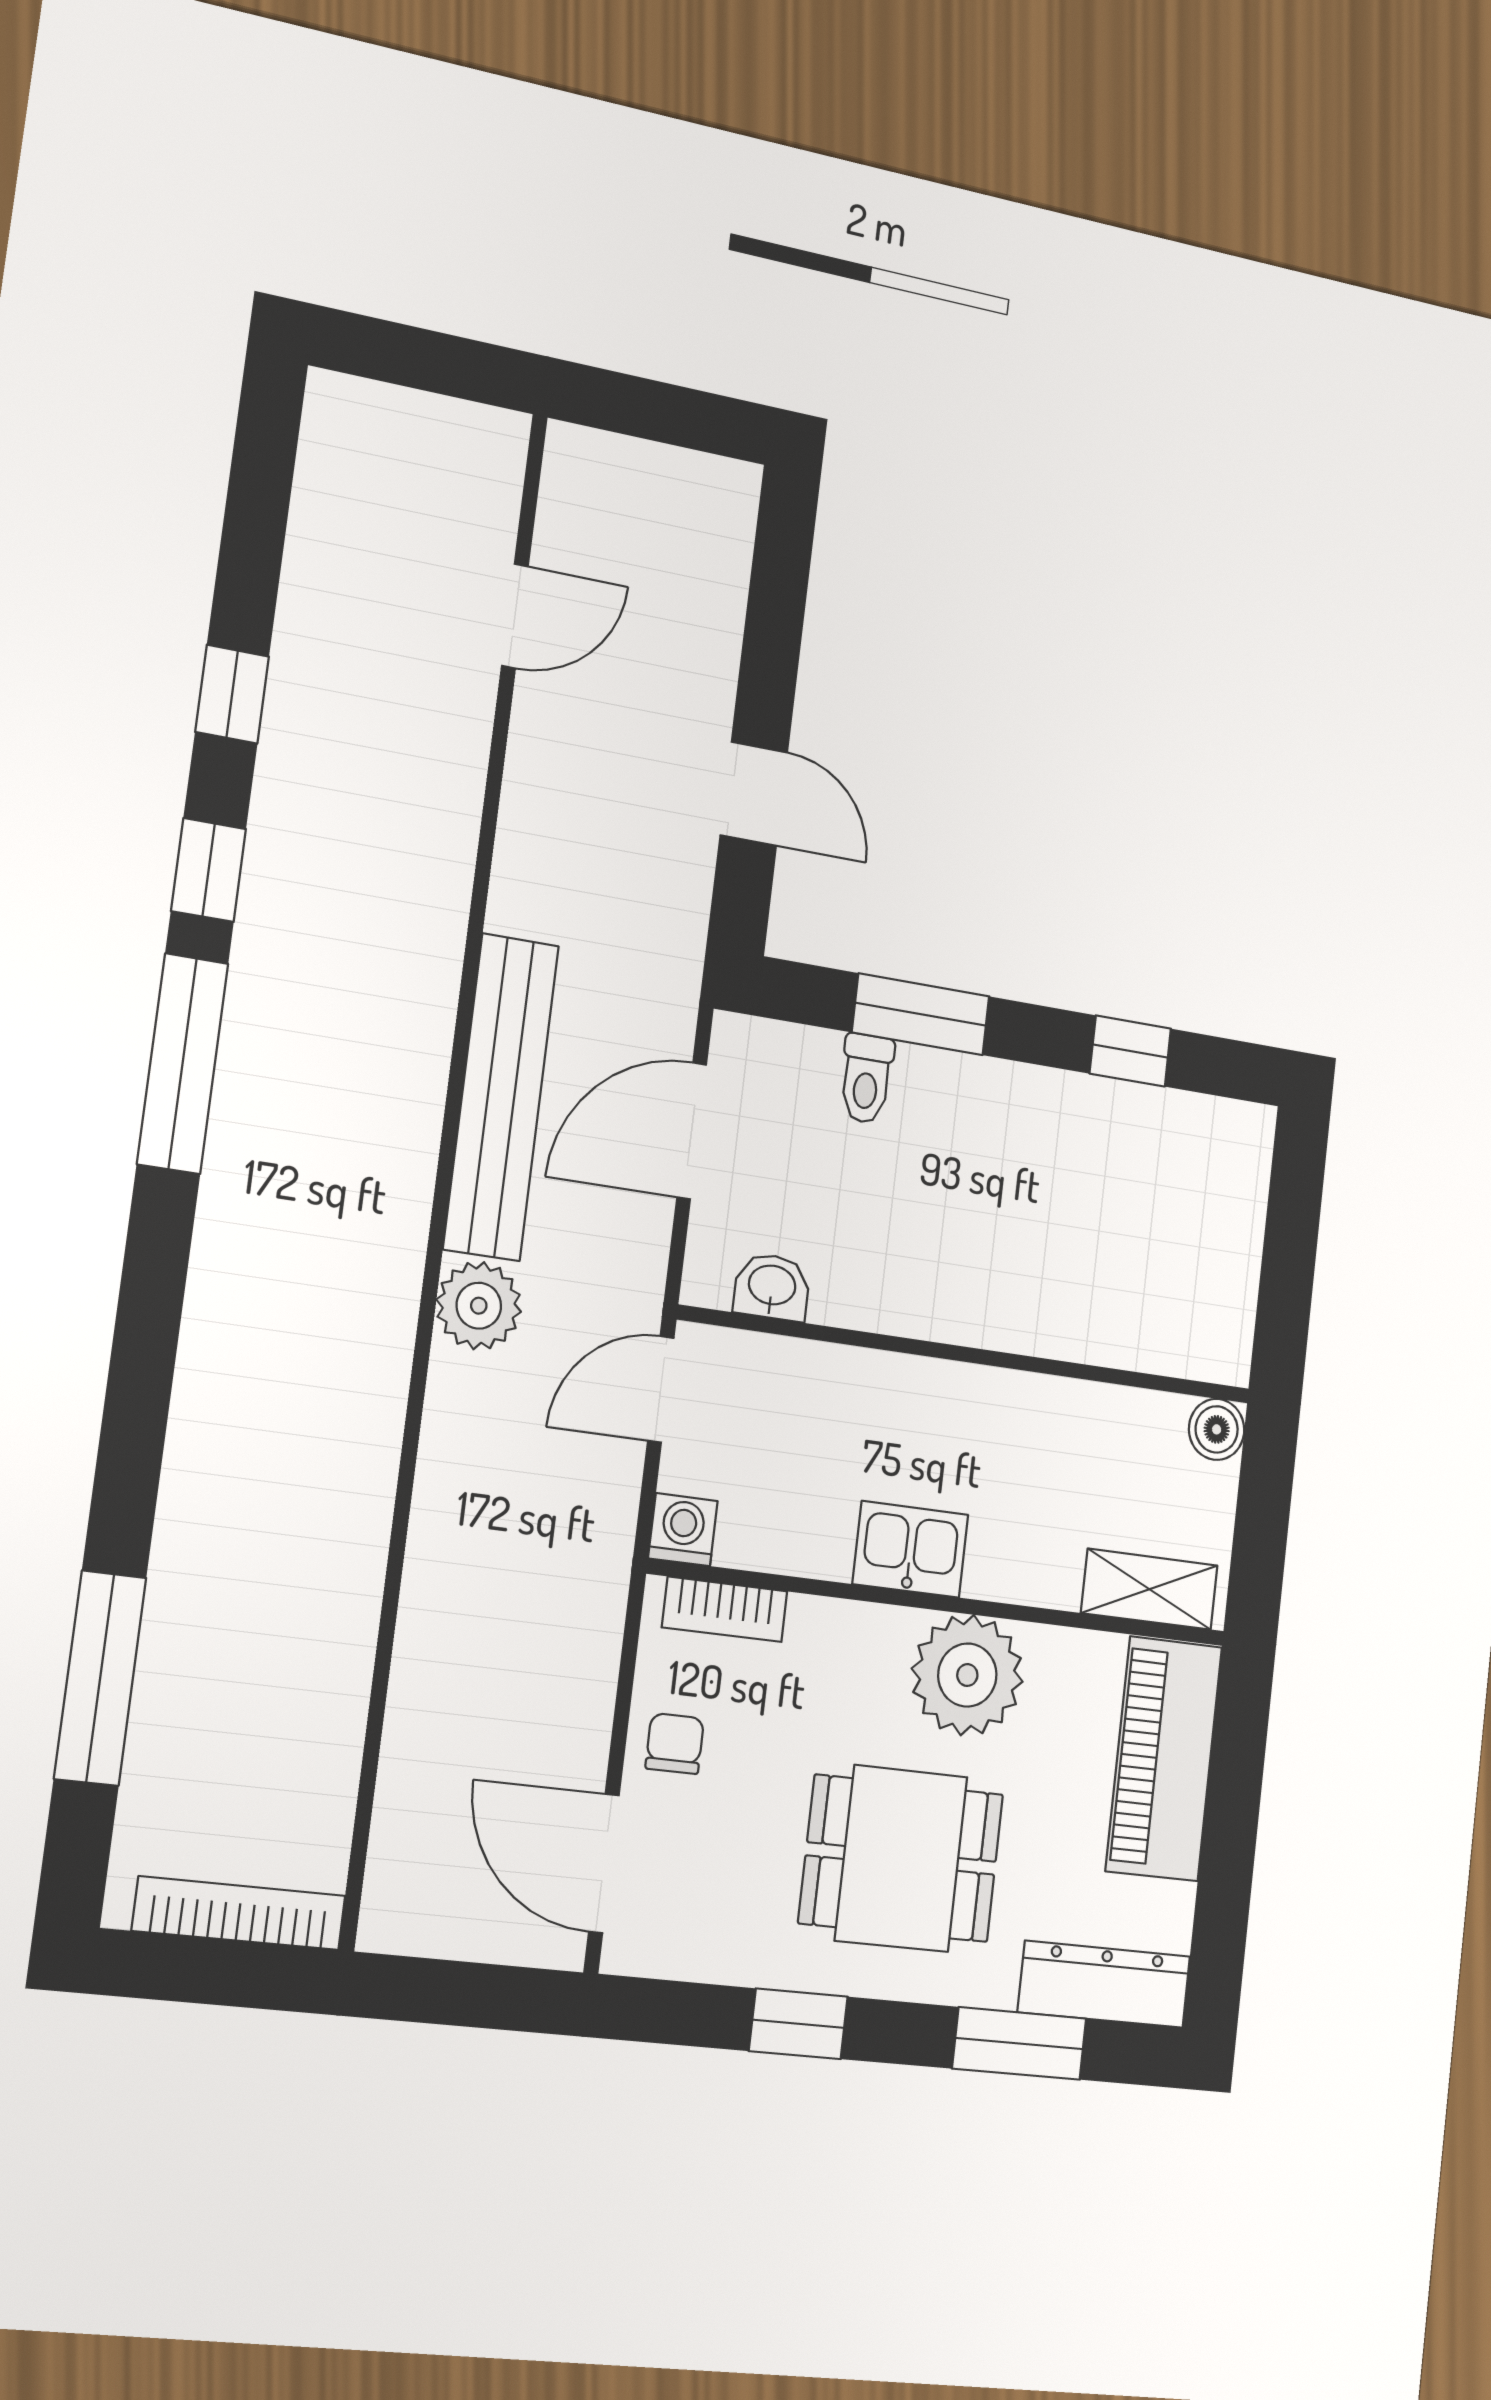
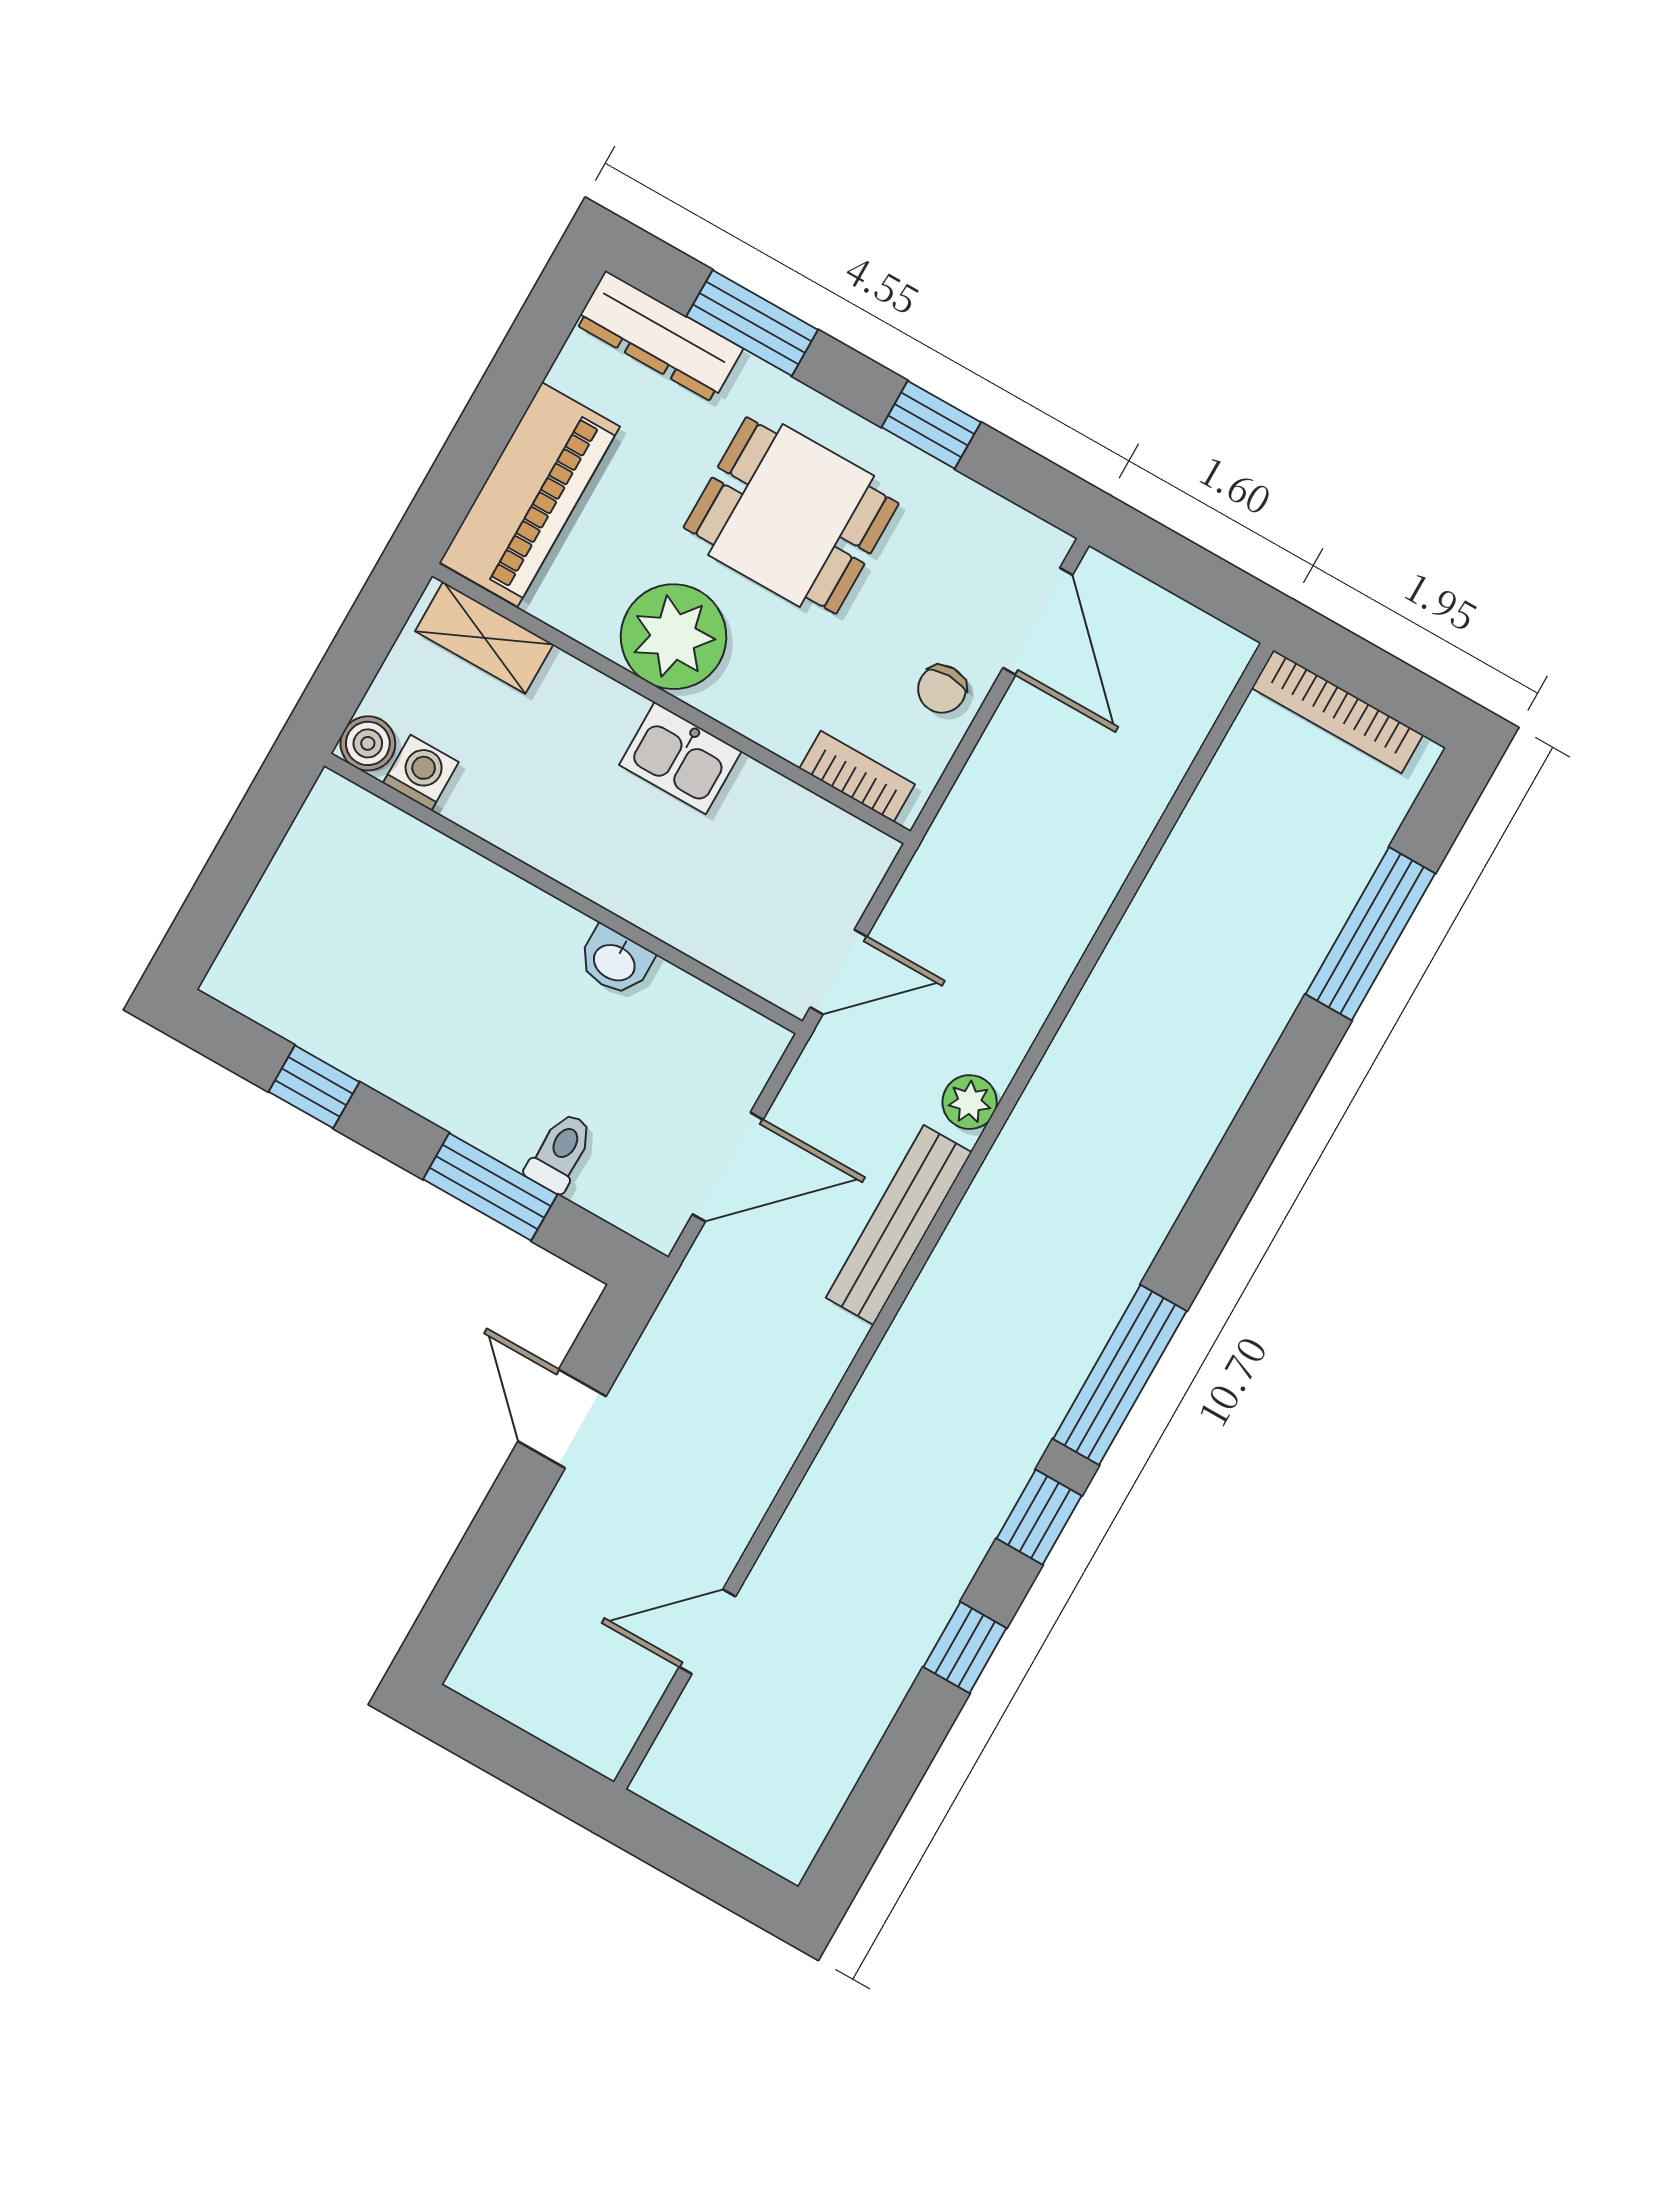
bench: (501, 1097) -> (899, 1225), width x0.73, depth x0.82
washbasin: (772, 1287) -> (615, 961), moved
plant: (479, 1306) -> (970, 1102), width x0.73, depth x0.73
washing machine: (683, 1530) -> (421, 773), moved, turned 180

